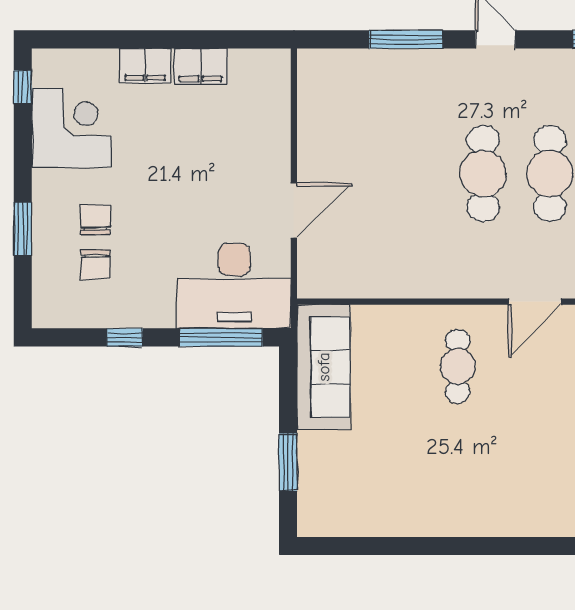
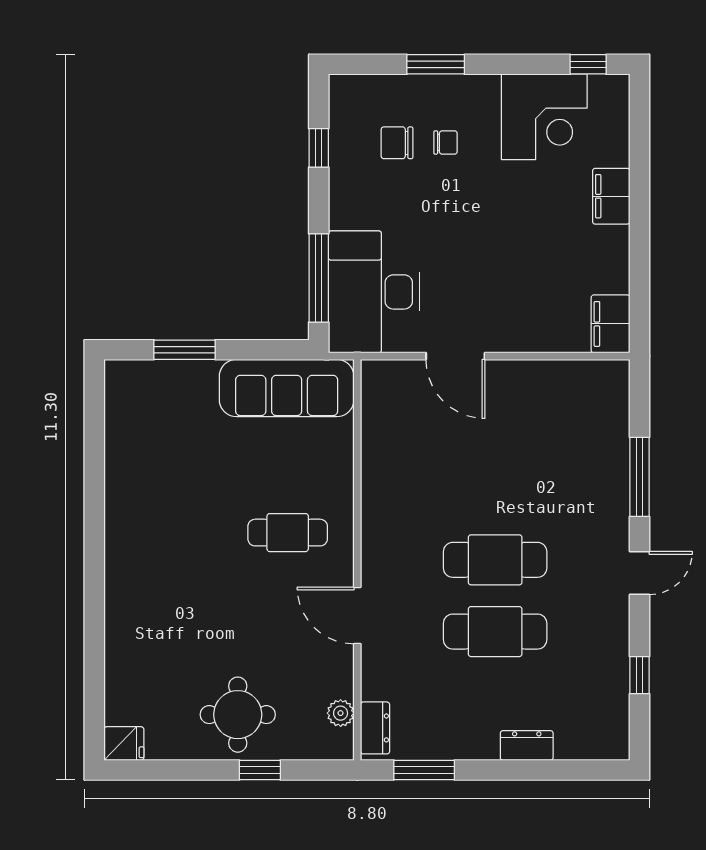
filing cabinet: (201, 66) -> (610, 324), moved
chair: (95, 220) -> (446, 142), width x0.73, depth x0.73
window: (125, 337) -> (319, 148), moved

